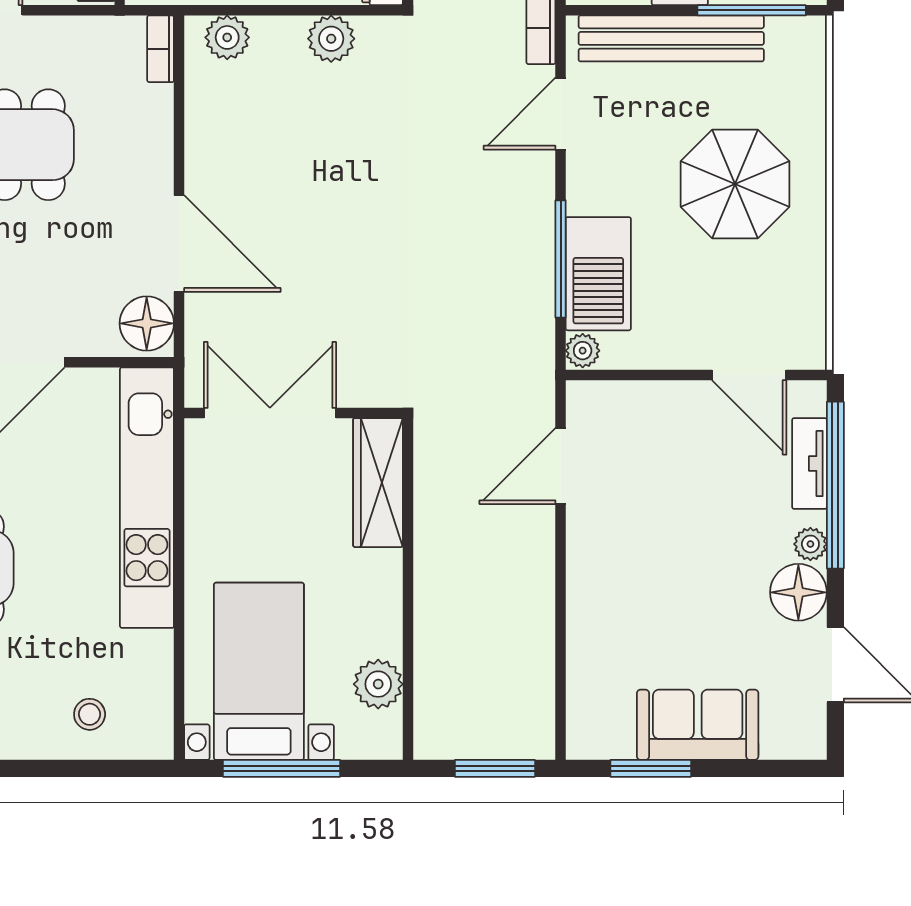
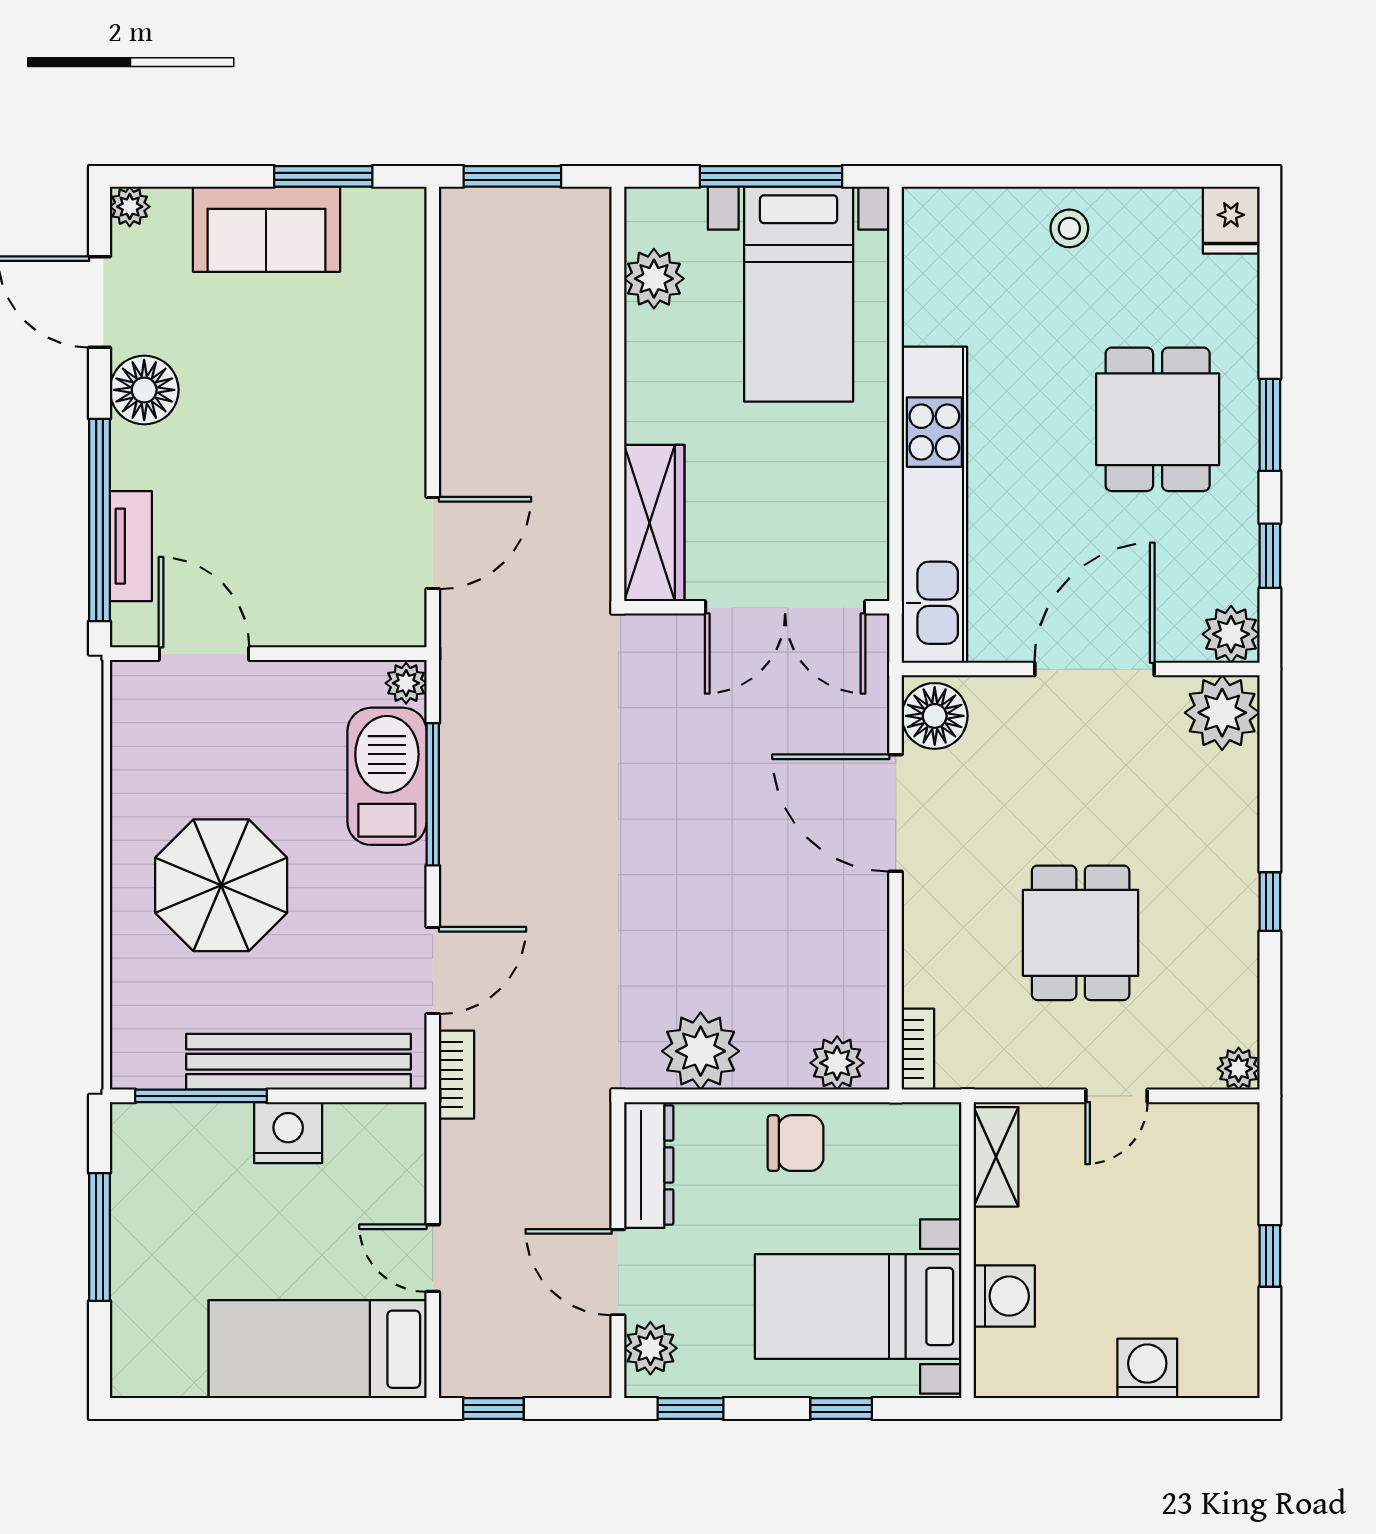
plant: (331, 39) -> (701, 1051), width x1.36, depth x1.36
plant: (810, 544) -> (130, 207), moved
stool: (90, 714) -> (1069, 228), moved

